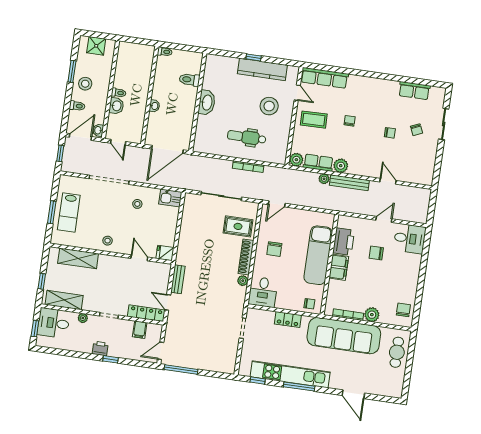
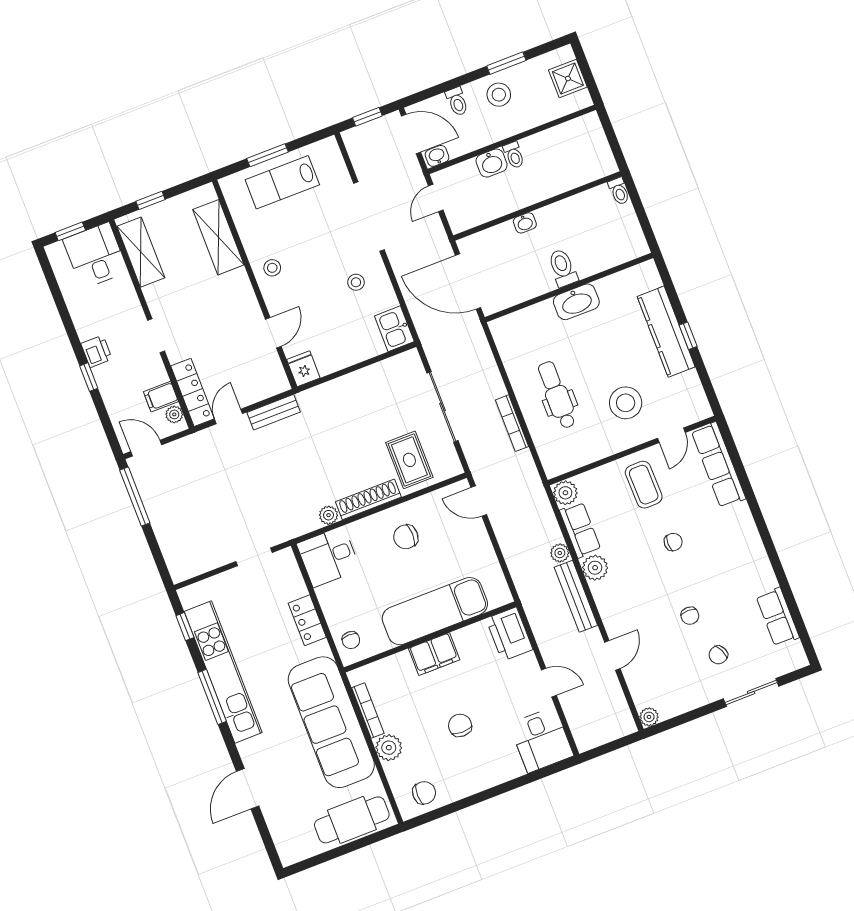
kitchen counter: (262, 69) -> (666, 332), moved
toilet: (189, 80) -> (563, 268), moved
plant: (428, 180) -> (649, 717), added
printer: (344, 242) -> (509, 634), moved, turned 90
chair: (376, 253) -> (460, 725), moved
plant: (83, 318) -> (174, 414), moved
cafe table: (397, 352) -> (352, 820), width x1.37, depth x1.35

